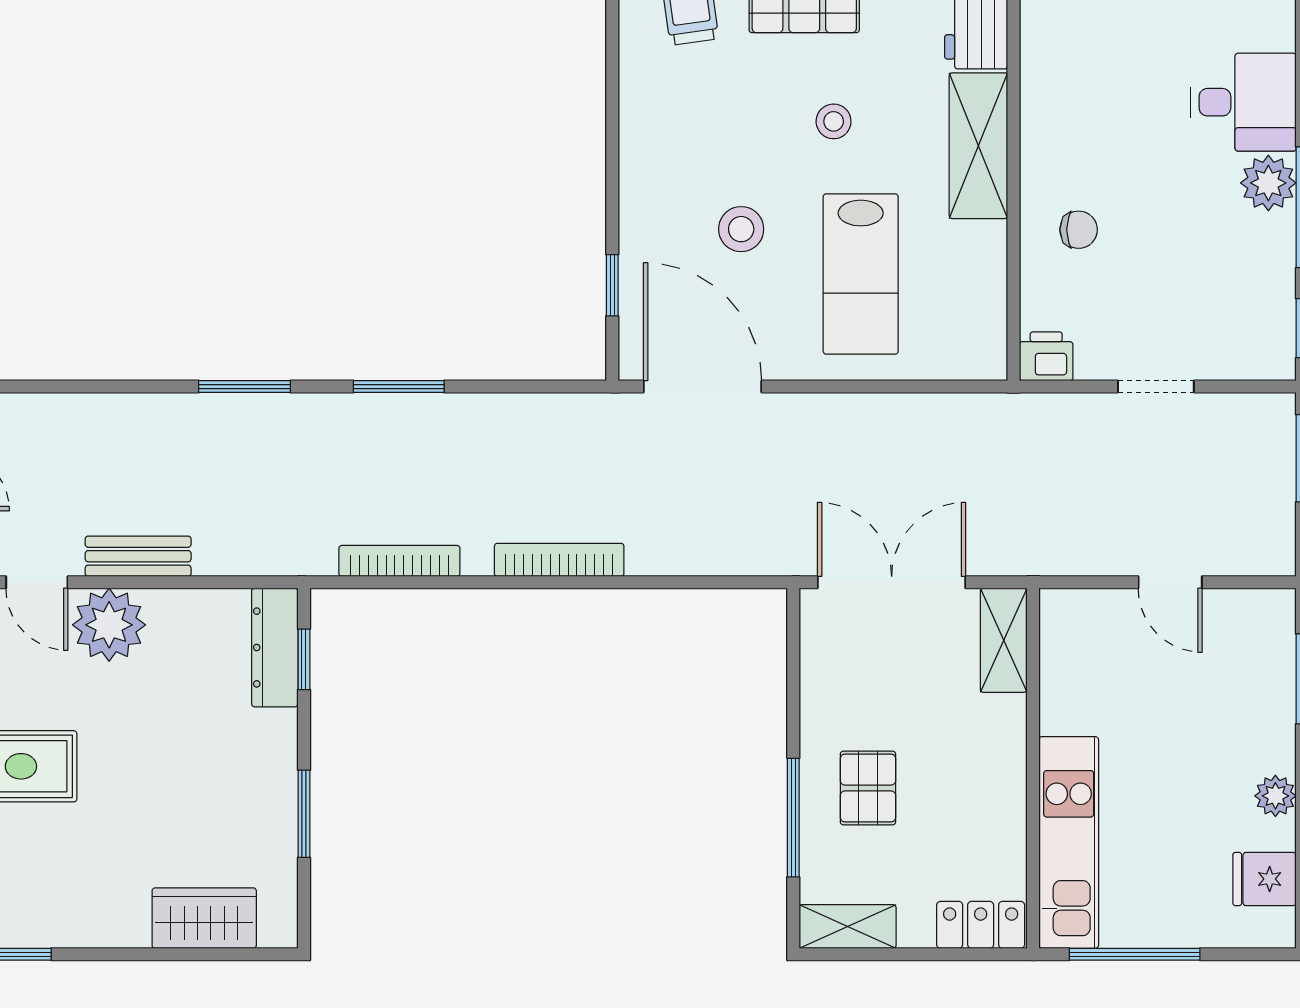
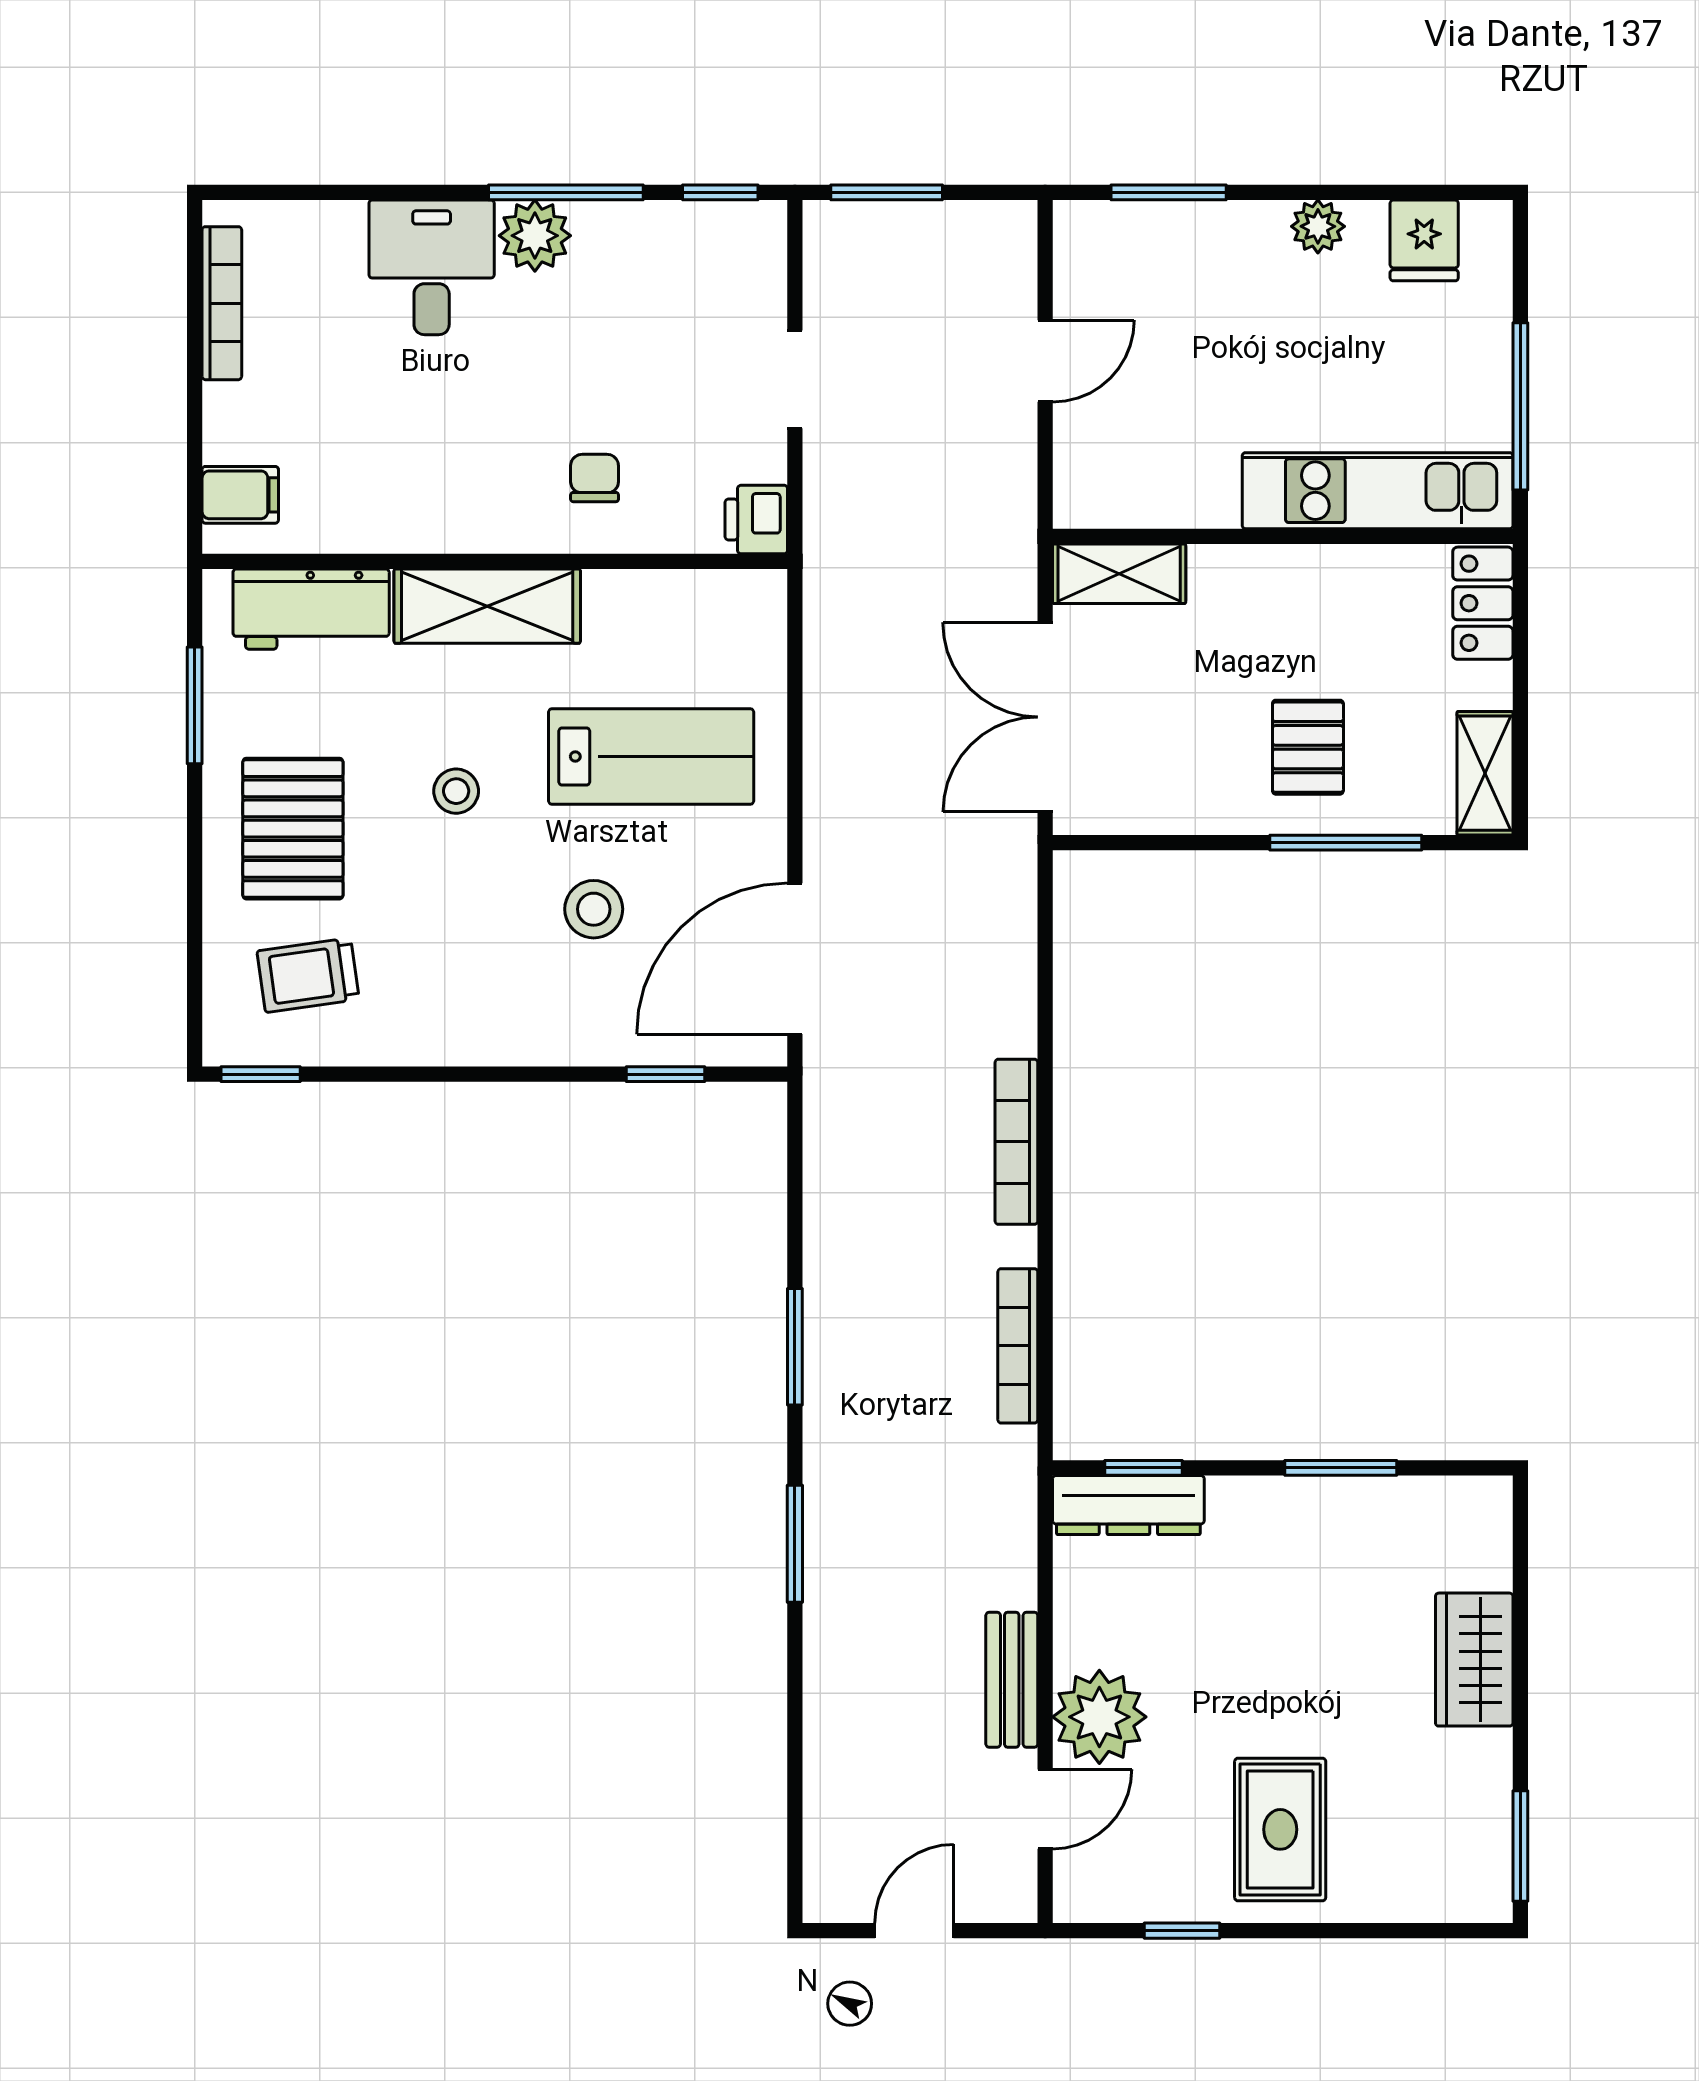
pallet: (868, 788) -> (1308, 747), turned 90
wardrobe: (204, 918) -> (1474, 1660), moved

